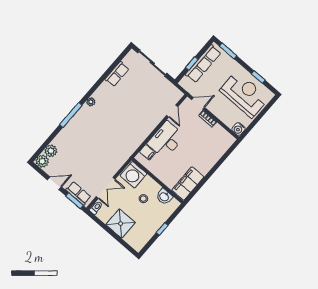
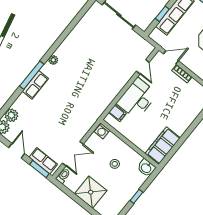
row of seats: (117, 74) -> (35, 85), moved
washing machine: (133, 175) -> (102, 131), width x0.53, depth x0.53
door: (54, 183) -> (17, 151), hinge flipped
washbasin: (164, 197) -> (146, 168), moved

